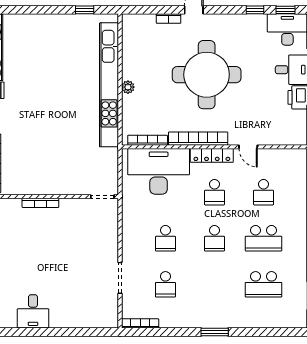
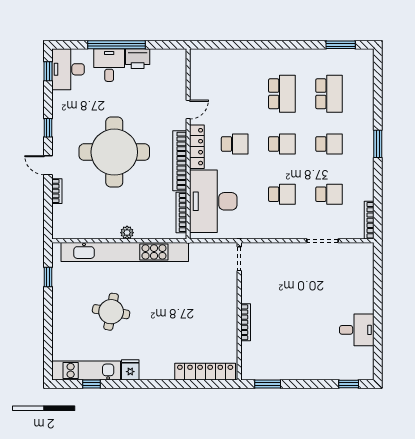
window: (255, 10) -> (48, 128), moved
round table: (51, 72) -> (111, 312), added
school desk: (264, 192) -> (329, 144), moved

